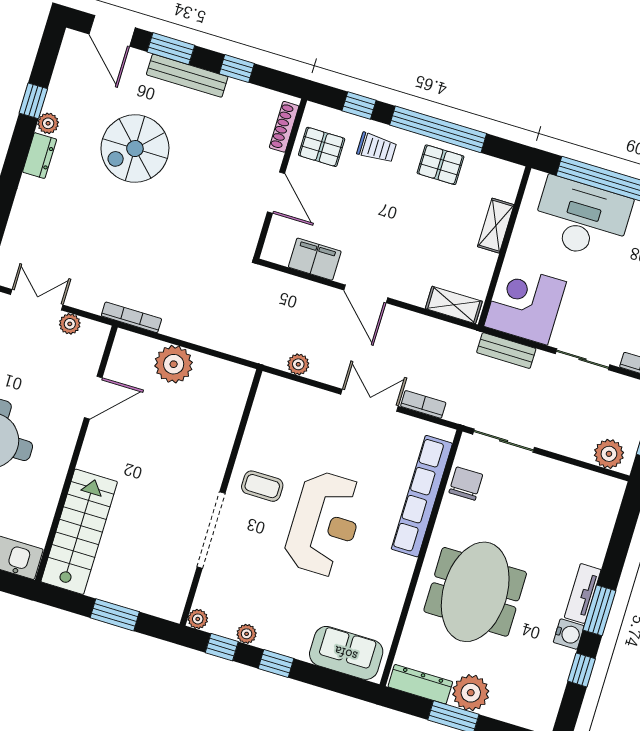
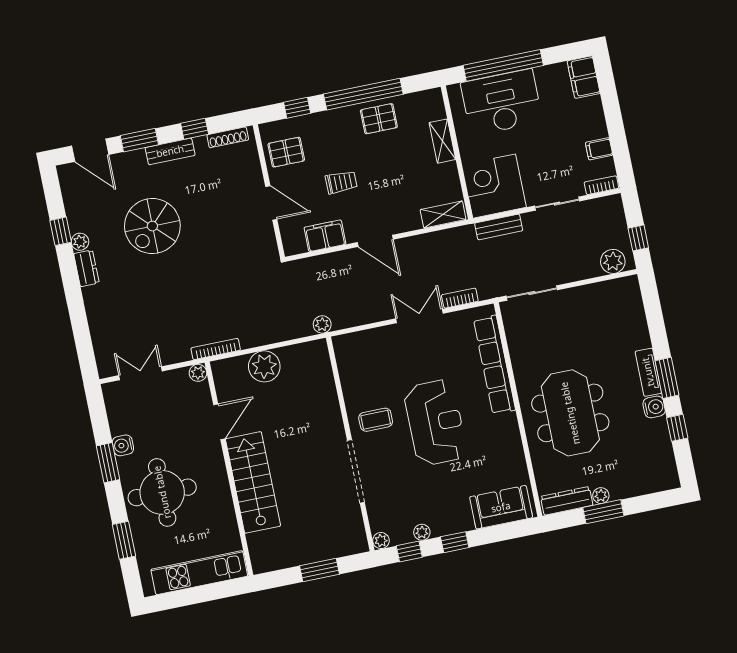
bench: (187, 76) -> (170, 151), width x0.73
shoe rack: (284, 127) -> (228, 137), moved, turned -90
trolley: (377, 148) -> (341, 182), moved
plant: (70, 324) -> (198, 373), moved
plant: (298, 364) -> (322, 324), moved
chair: (466, 484) -> (521, 339), removed
stairs: (79, 532) -> (253, 482), moved
plant: (471, 693) -> (601, 496), width x0.53, depth x0.53

